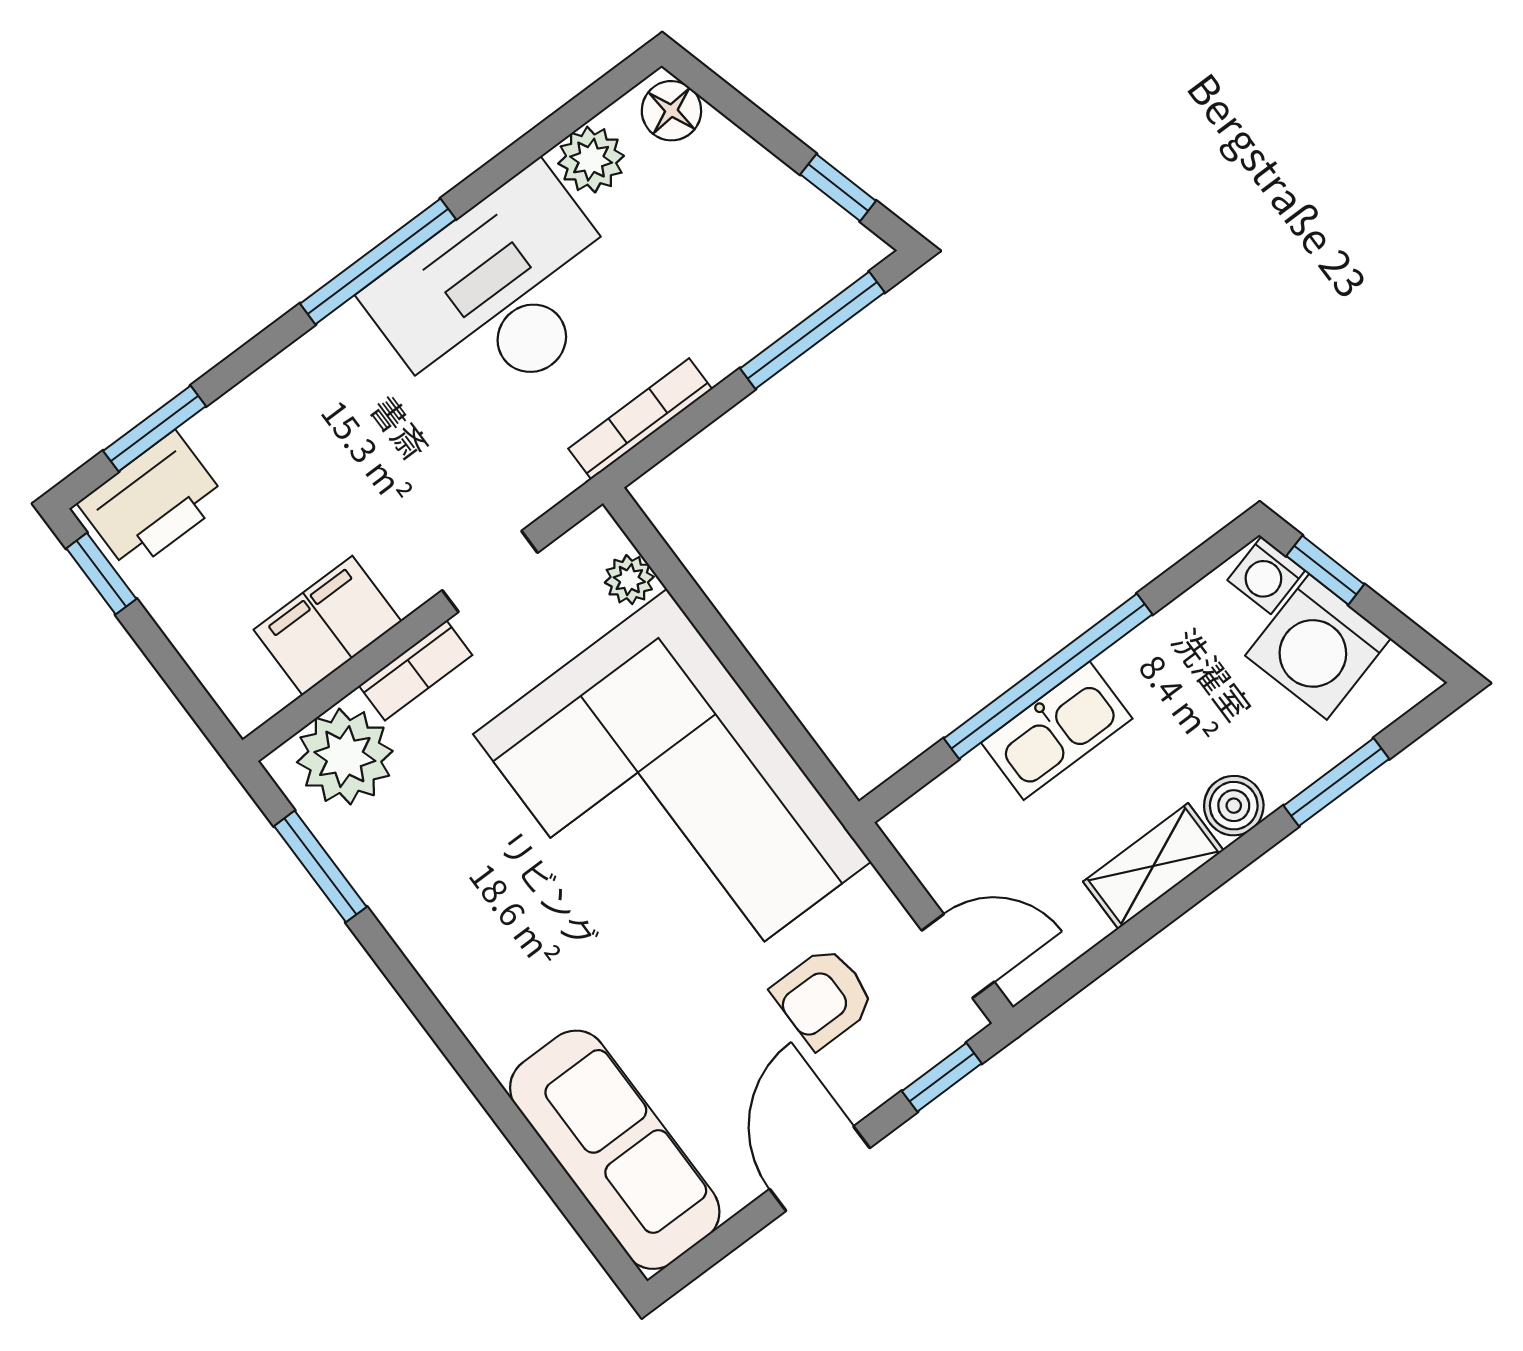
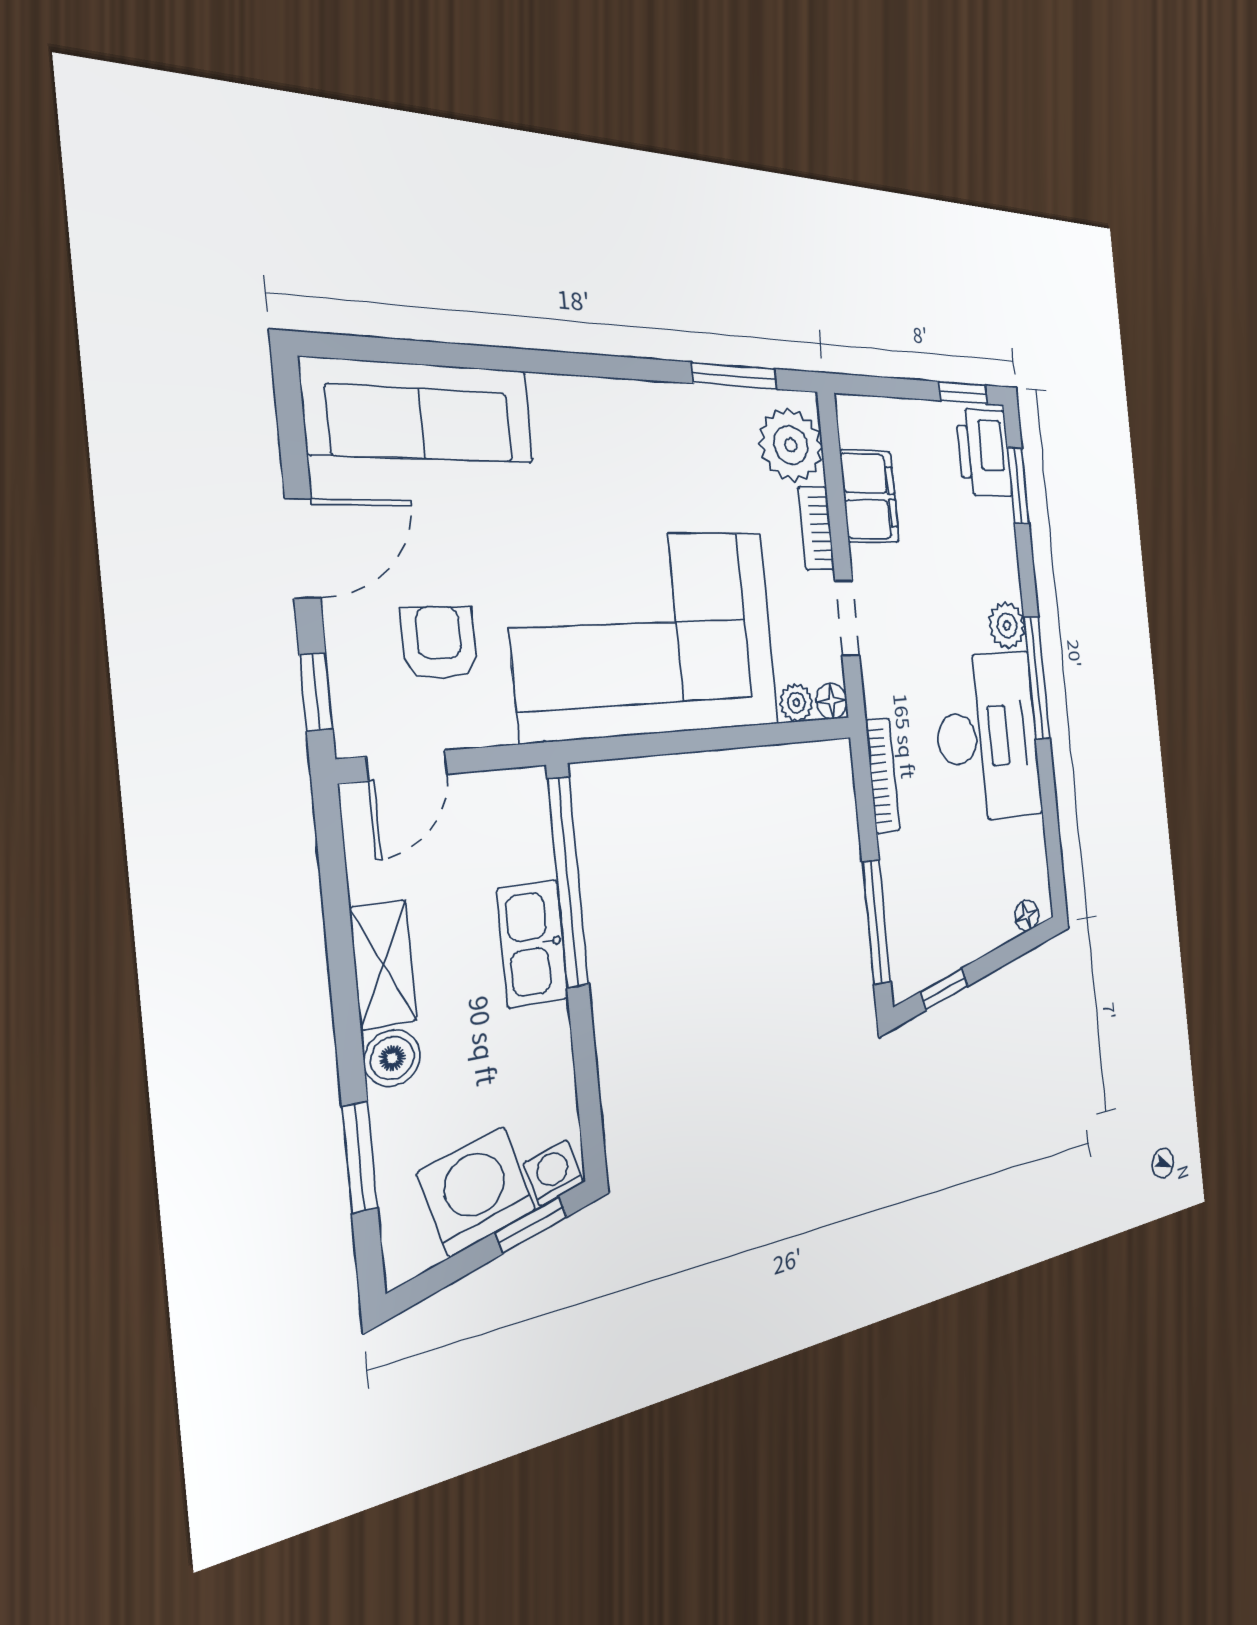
floor lamp: (671, 111) -> (1027, 915), width x0.73, depth x0.73
plant: (591, 160) -> (1007, 626), moved
floor lamp: (598, 536) -> (832, 701), added
window: (1048, 676) -> (568, 882), moved
door: (820, 1169) -> (303, 548), hinge flipped

